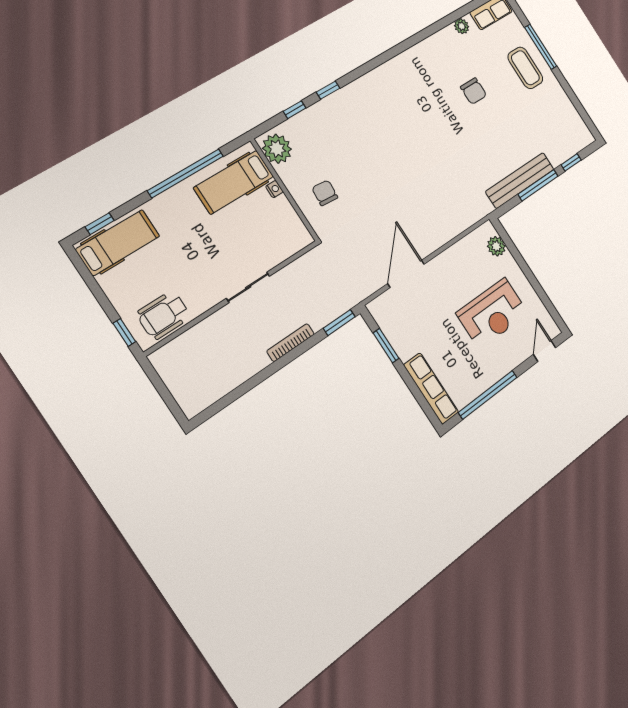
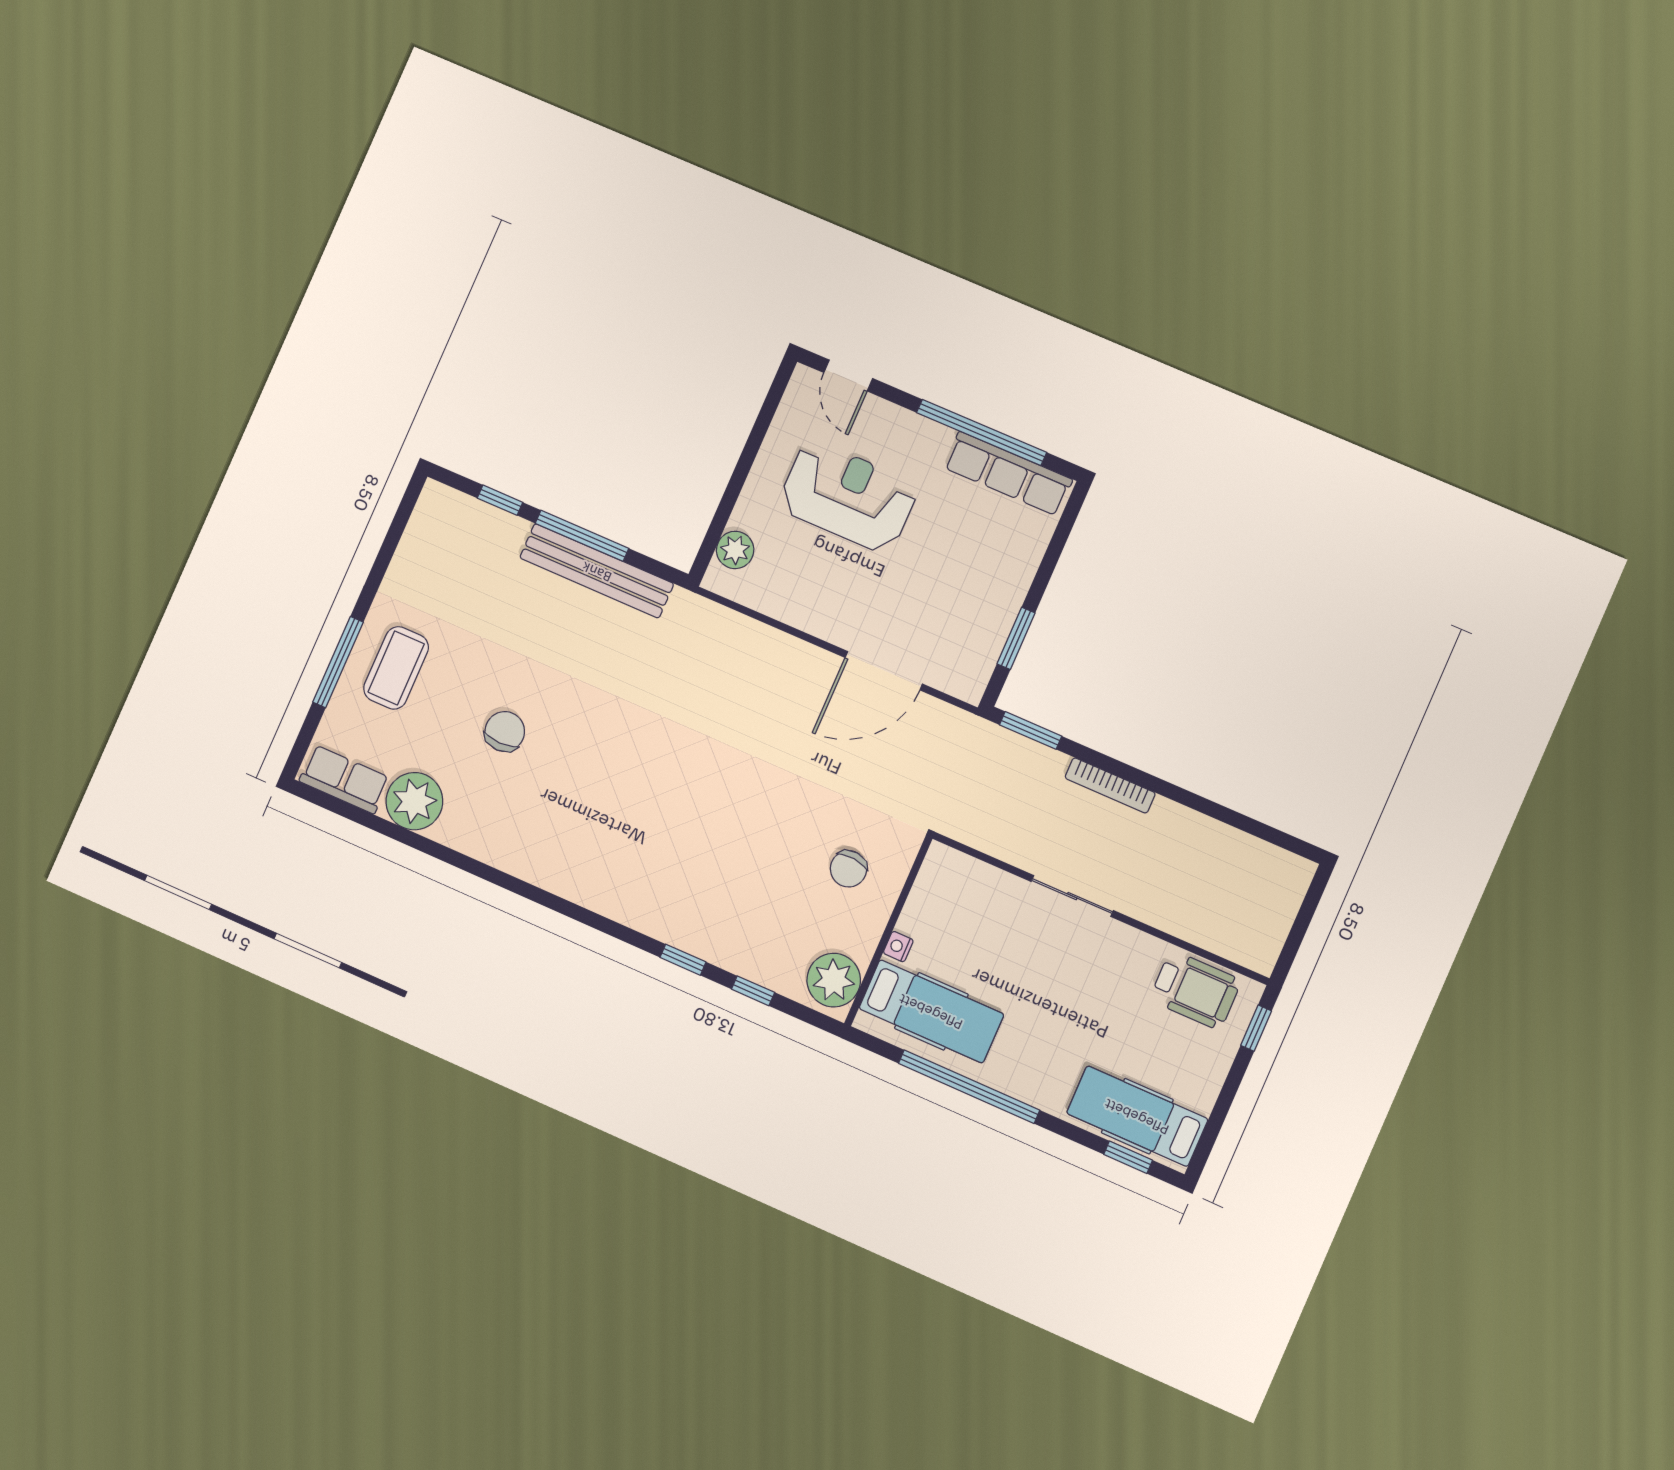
plant: (462, 26) -> (414, 801), width x1.87, depth x1.87
door: (545, 351) -> (848, 376), hinge flipped
row of seats: (431, 389) -> (1008, 473), moved, turned -90

